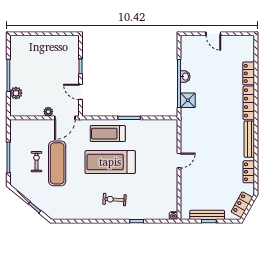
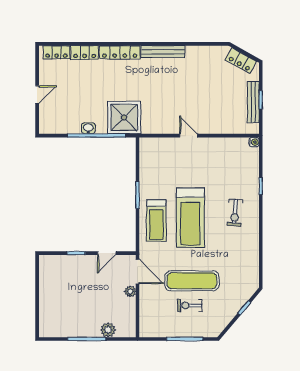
shower: (188, 100) -> (124, 117), width x1.86, depth x1.86
locker: (249, 172) -> (56, 52), moved

